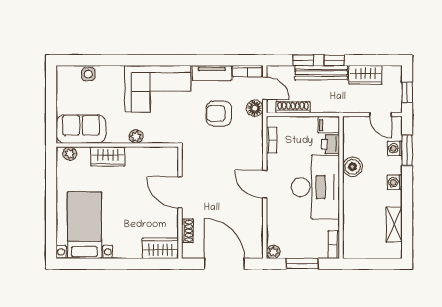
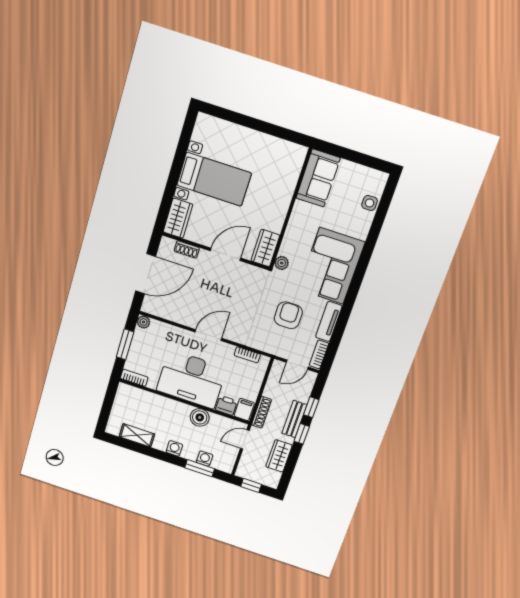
bench: (321, 73) -> (294, 419), width x0.73
shoe rack: (293, 107) -> (262, 412), moved
floor lamp: (255, 108) -> (282, 350), removed
door: (380, 115) -> (245, 439), moved
plant: (136, 136) -> (282, 263), moved
plant: (70, 154) -> (298, 159), removed
wardrobe: (108, 156) -> (265, 248), moved
bed with nightstands: (84, 225) -> (214, 179), moved

